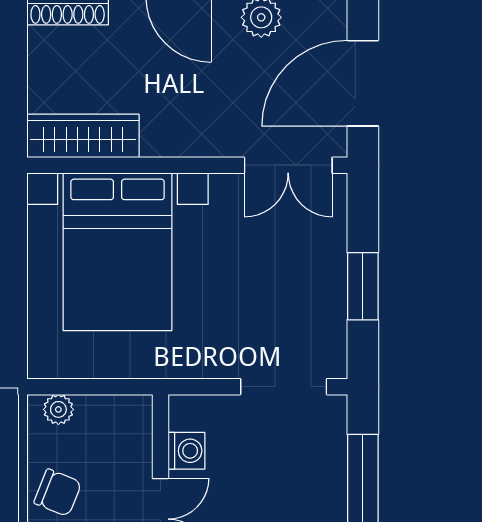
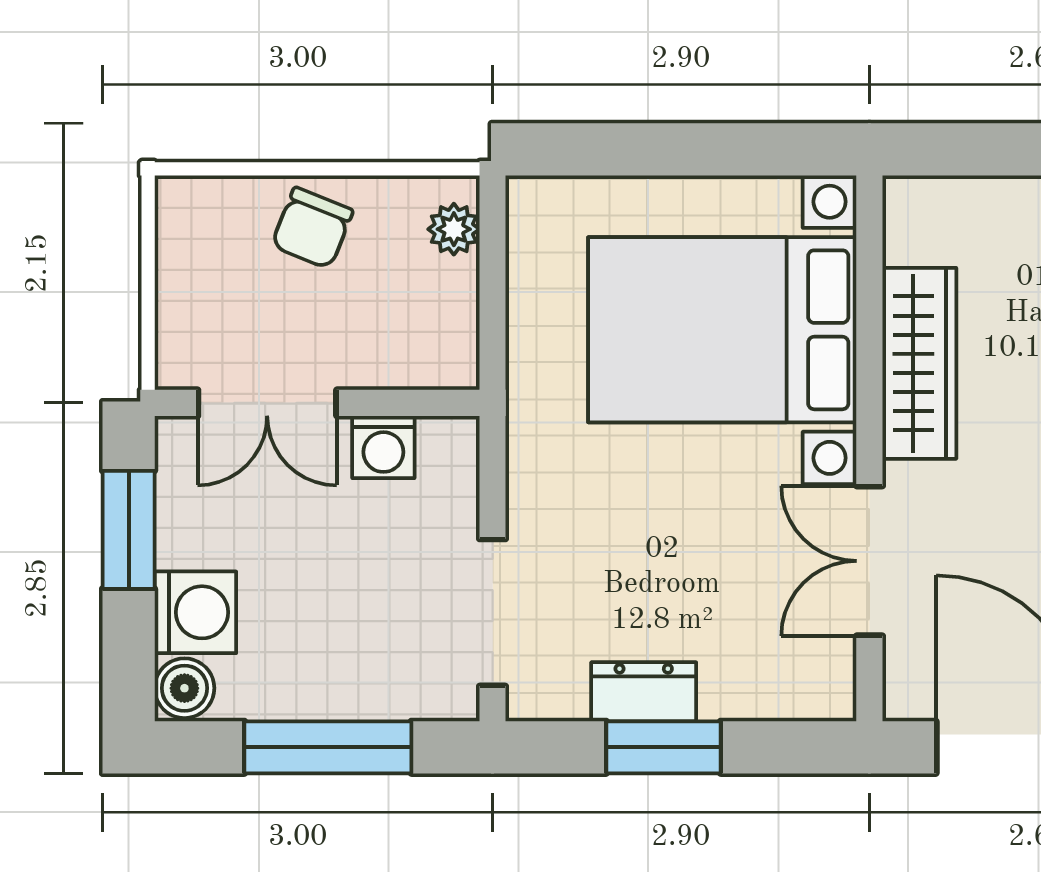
wardrobe: (83, 136) -> (919, 363), moved
double door: (288, 165) -> (869, 561), moved
dresser: (330, 298) -> (644, 692), added

